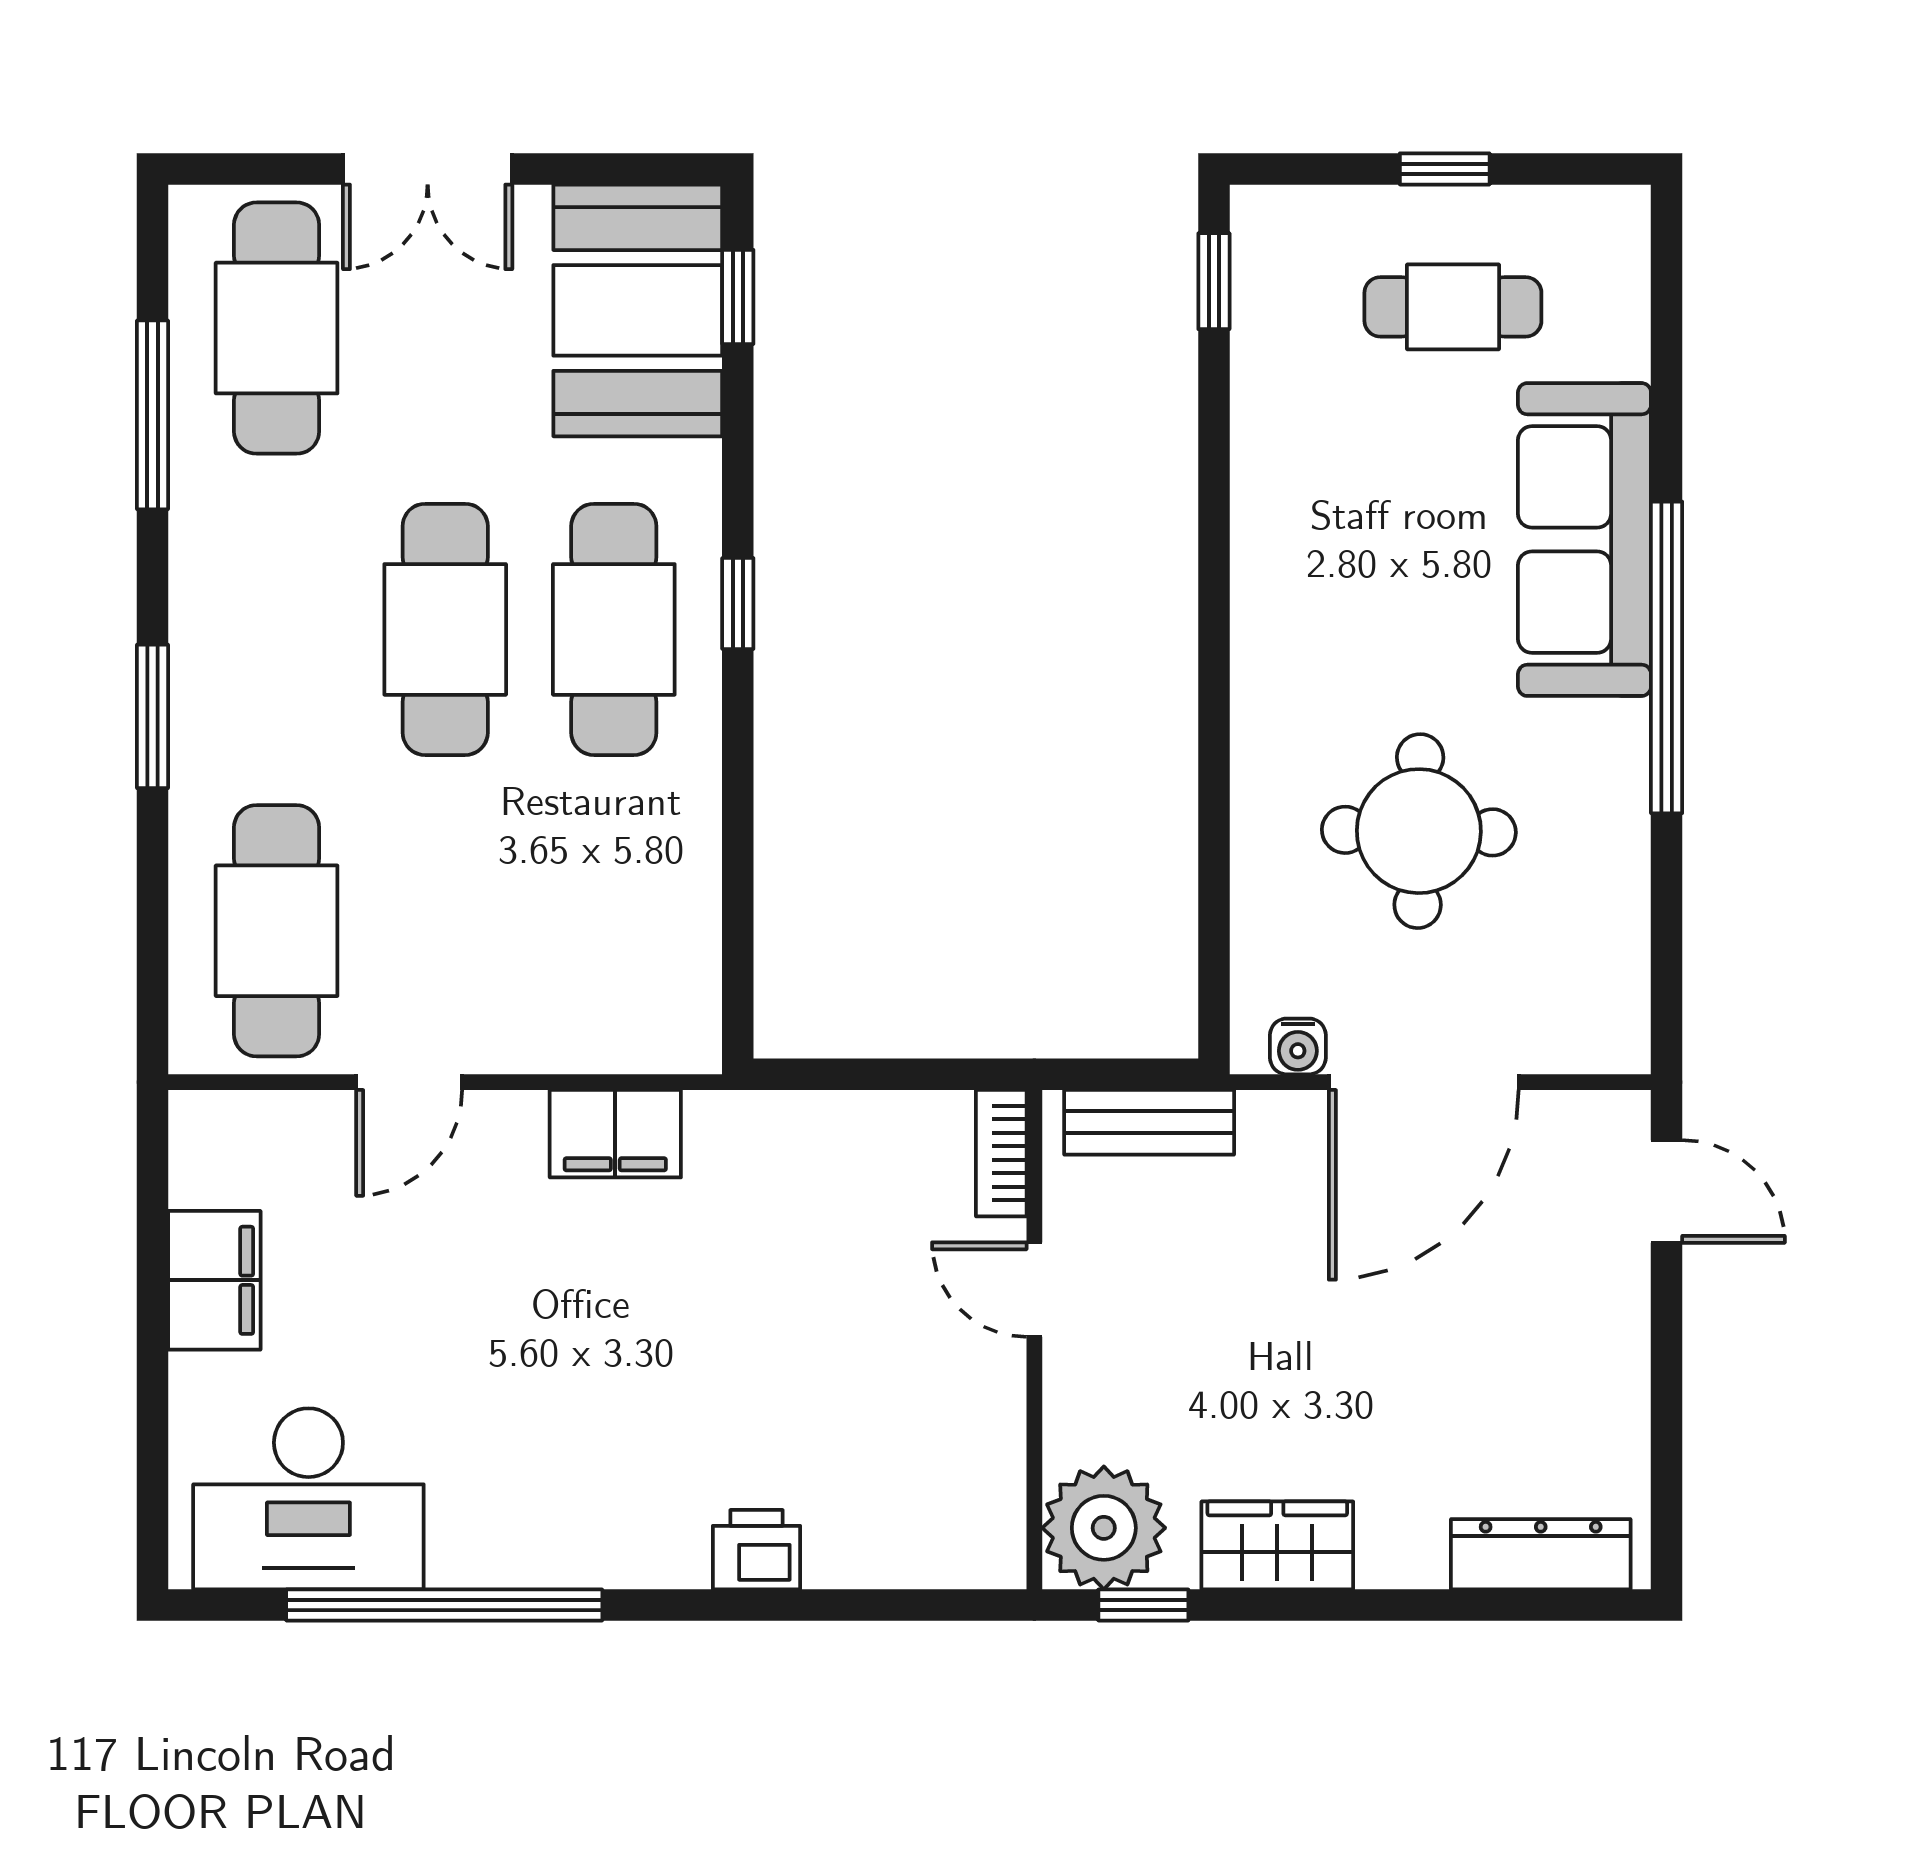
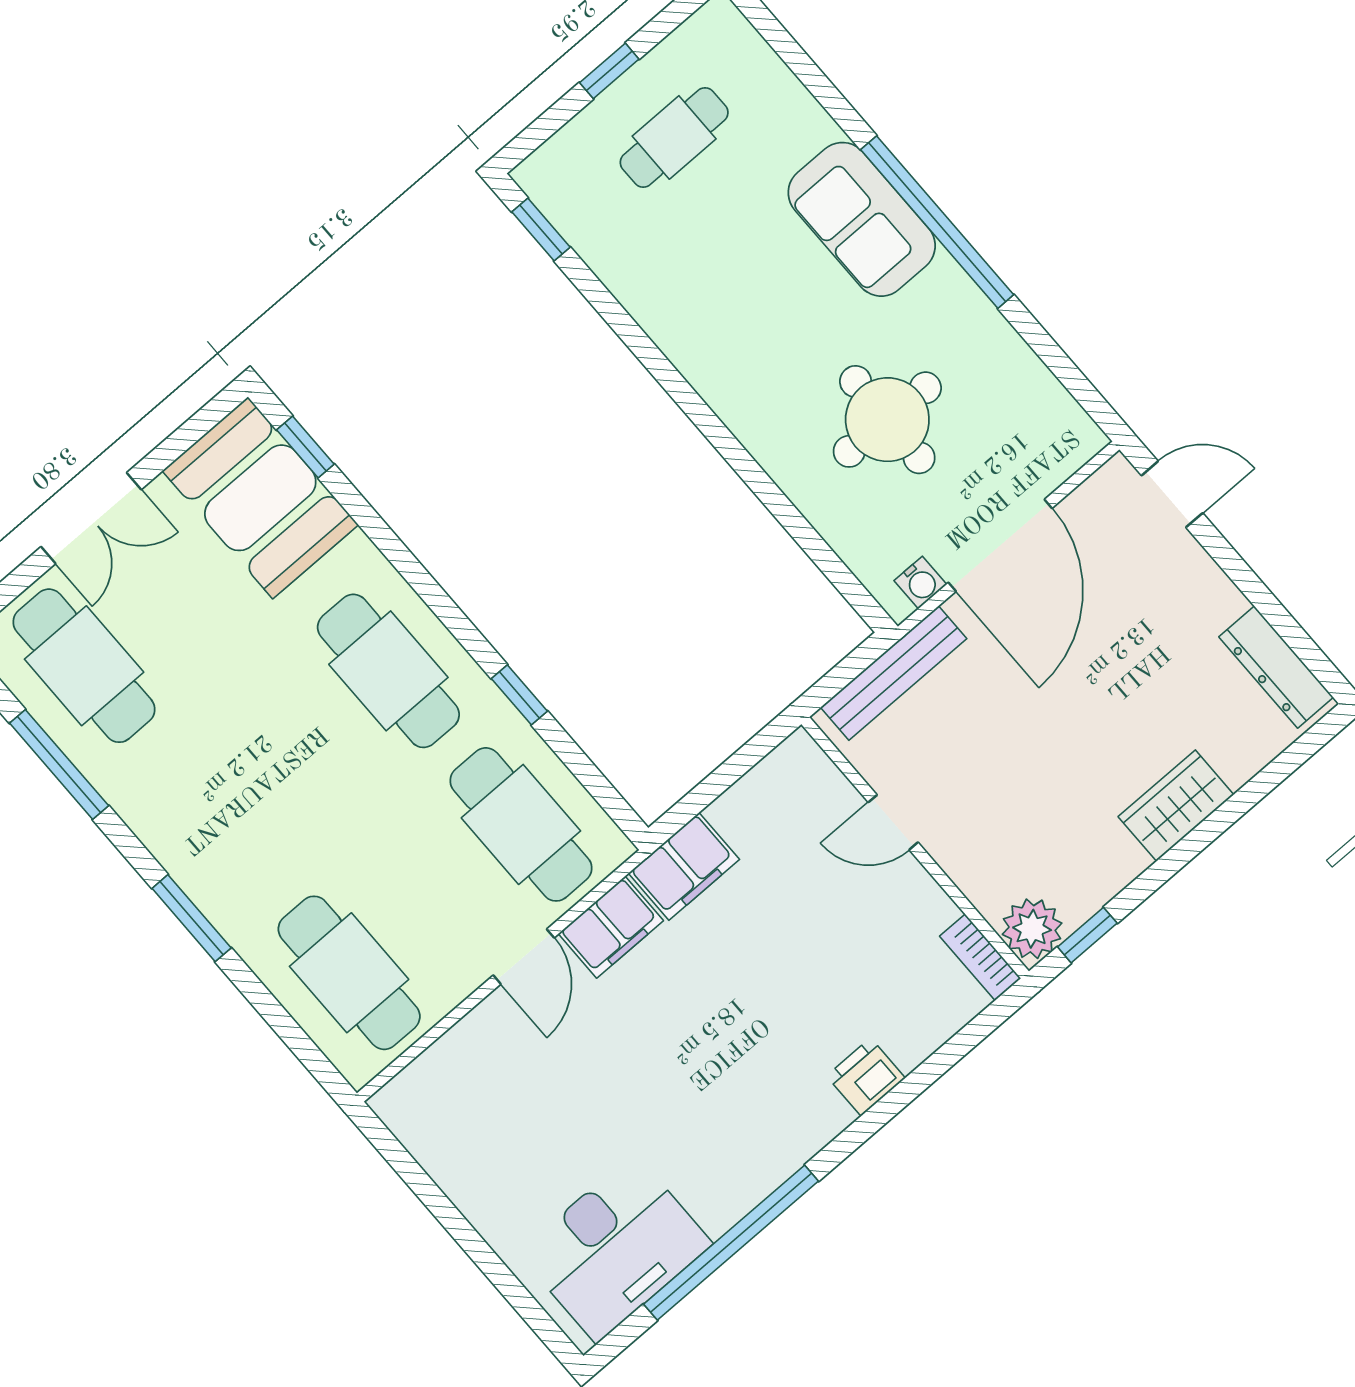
sofa: (1584, 540) -> (862, 219), width x0.73
window: (738, 604) -> (519, 695), moved
cafe table: (445, 629) -> (521, 824), moved
door: (409, 1082) -> (524, 957), moved
bench: (1149, 1122) -> (894, 673), width x1.36
bookcase: (1001, 1153) -> (980, 957), moved
filing cabinet: (214, 1280) -> (684, 866), moved, turned 90
plant: (1104, 1528) -> (1032, 929), width x0.73, depth x0.73
wardrobe: (1277, 1545) -> (1176, 806), moved
dresser: (1541, 1554) -> (1276, 667), moved, turned -90

